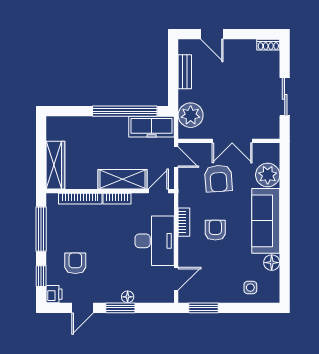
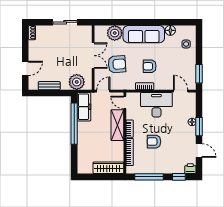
armchair: (75, 263) -> (154, 142), moved

